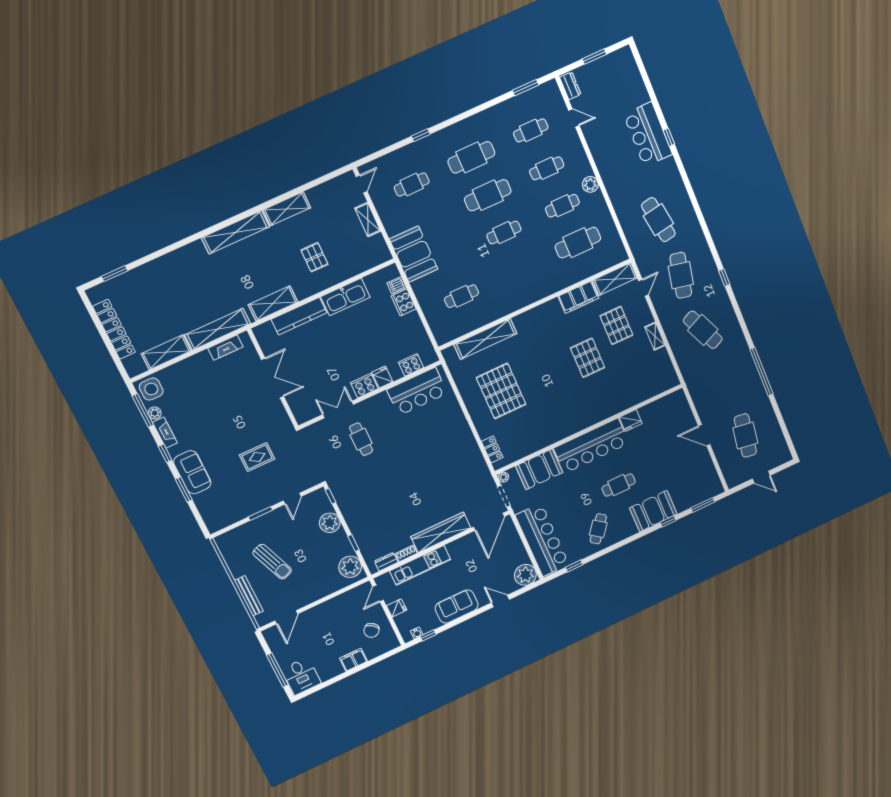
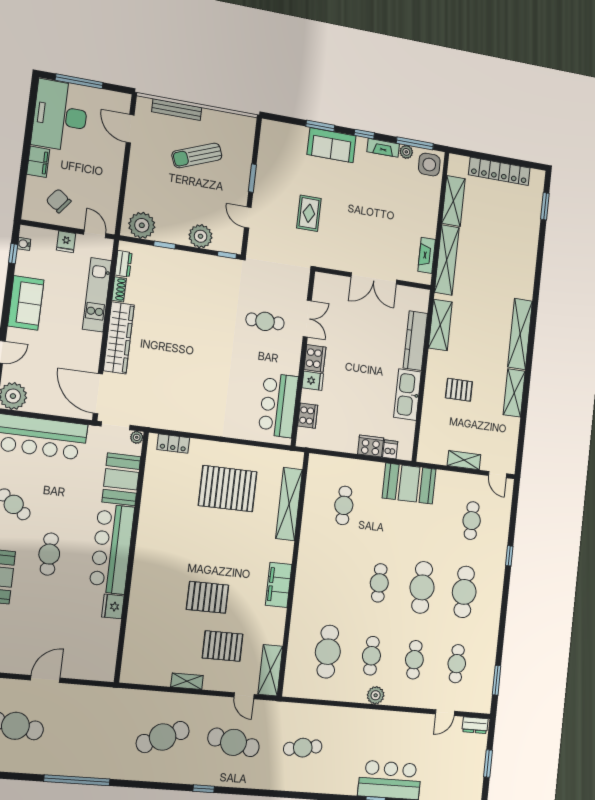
cafe table: (658, 220) -> (303, 748), width x0.73, depth x0.74
filing cabinet: (578, 297) -> (279, 585), moved
desk: (301, 676) -> (60, 116), width x1.87, depth x1.30

